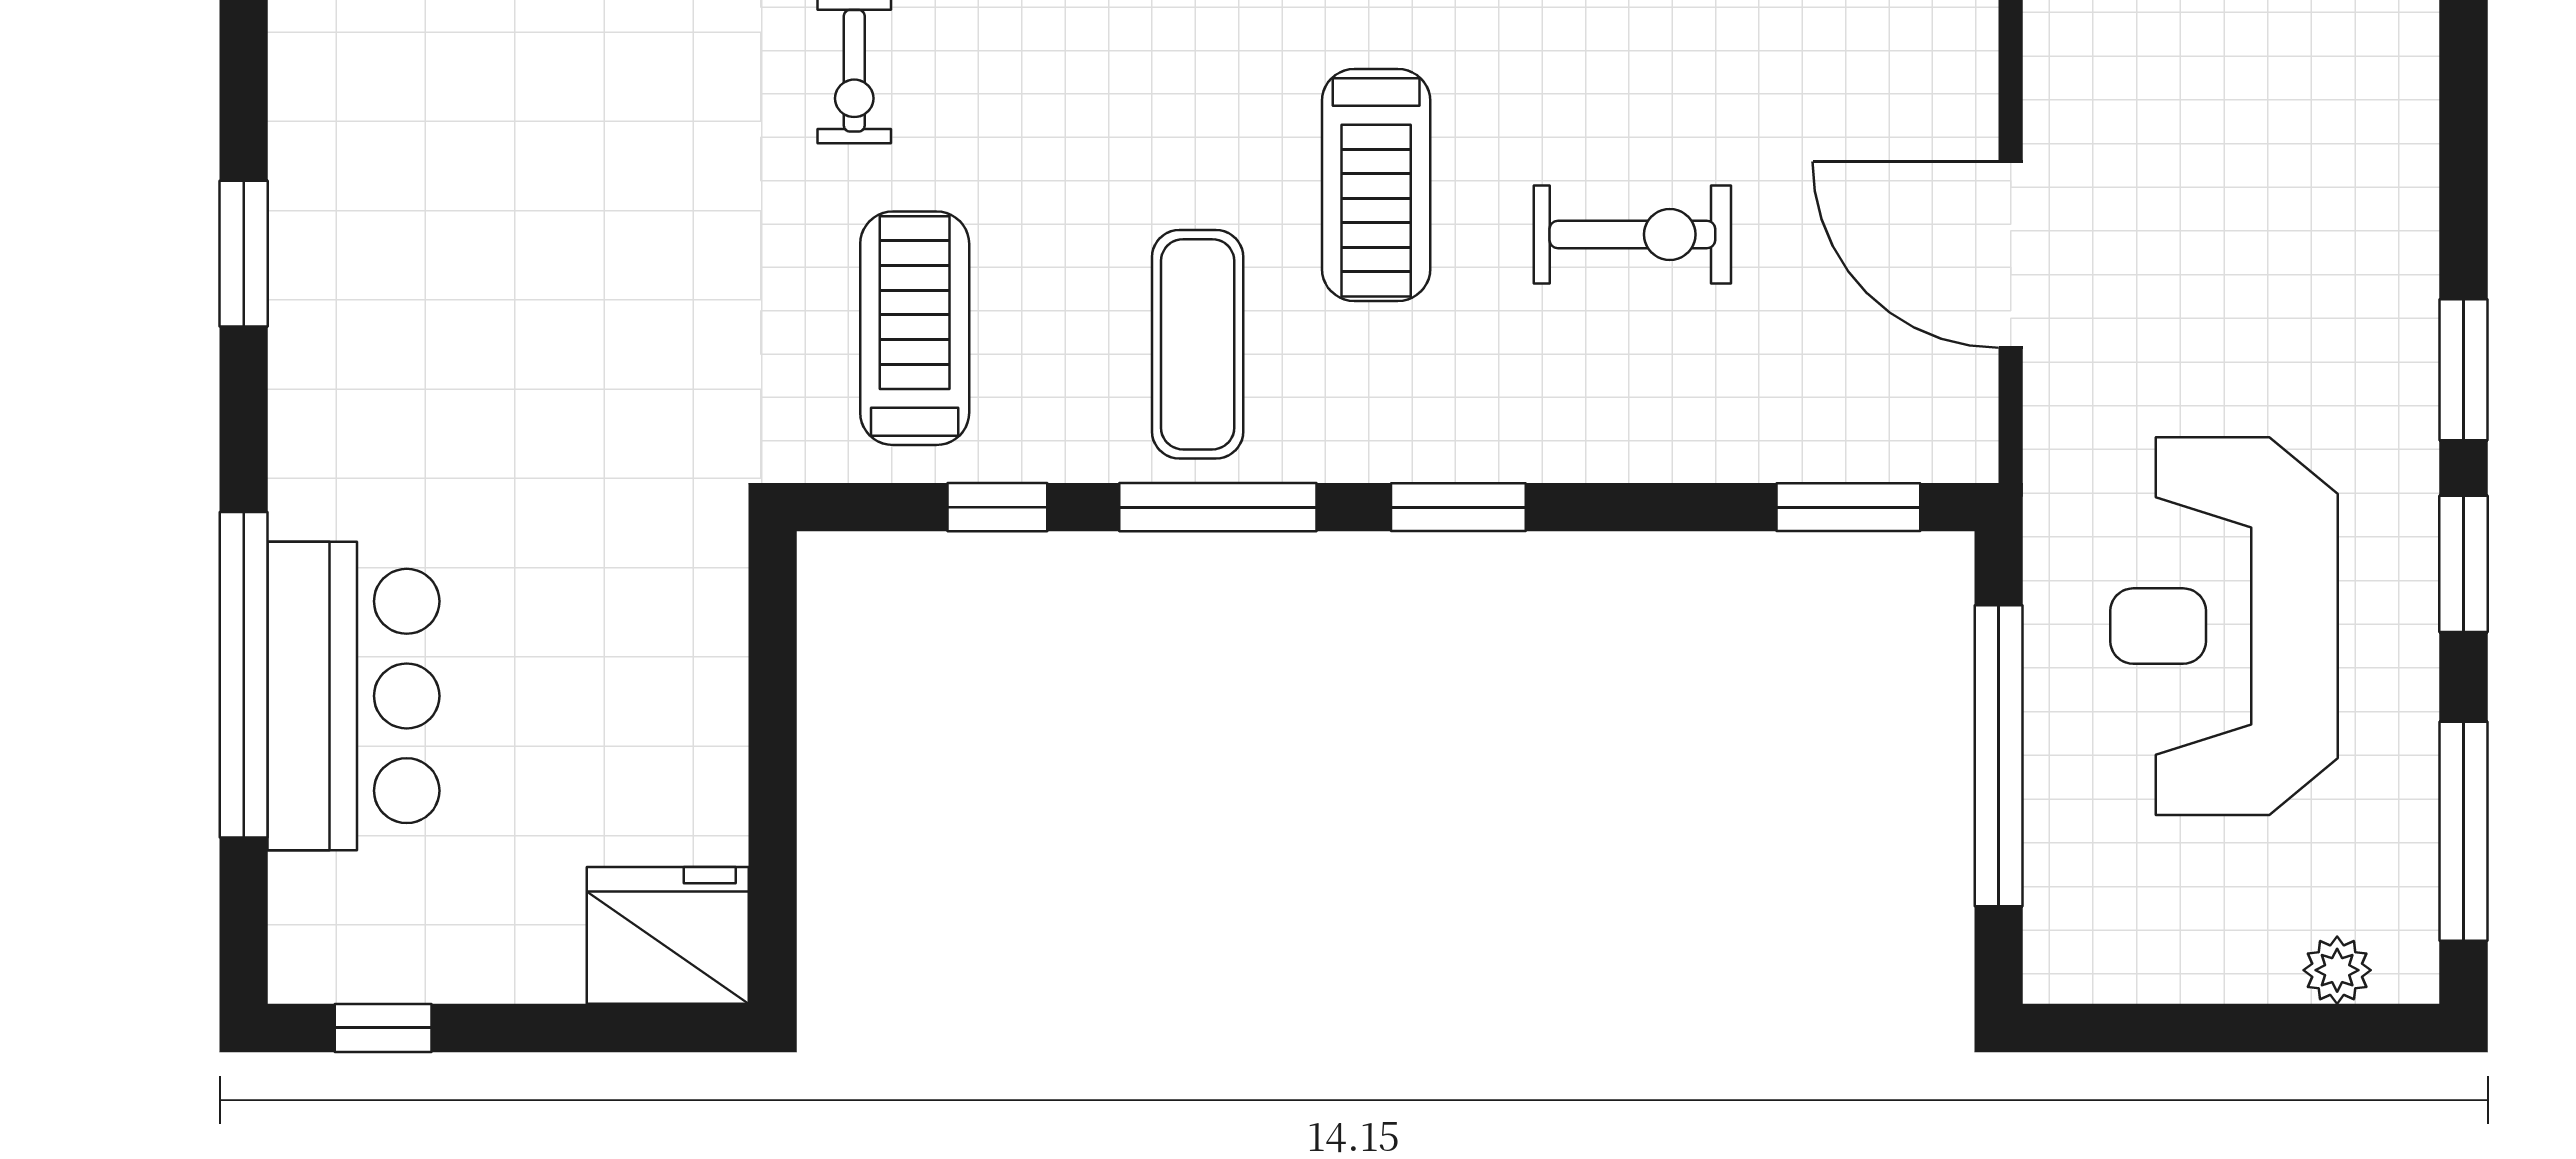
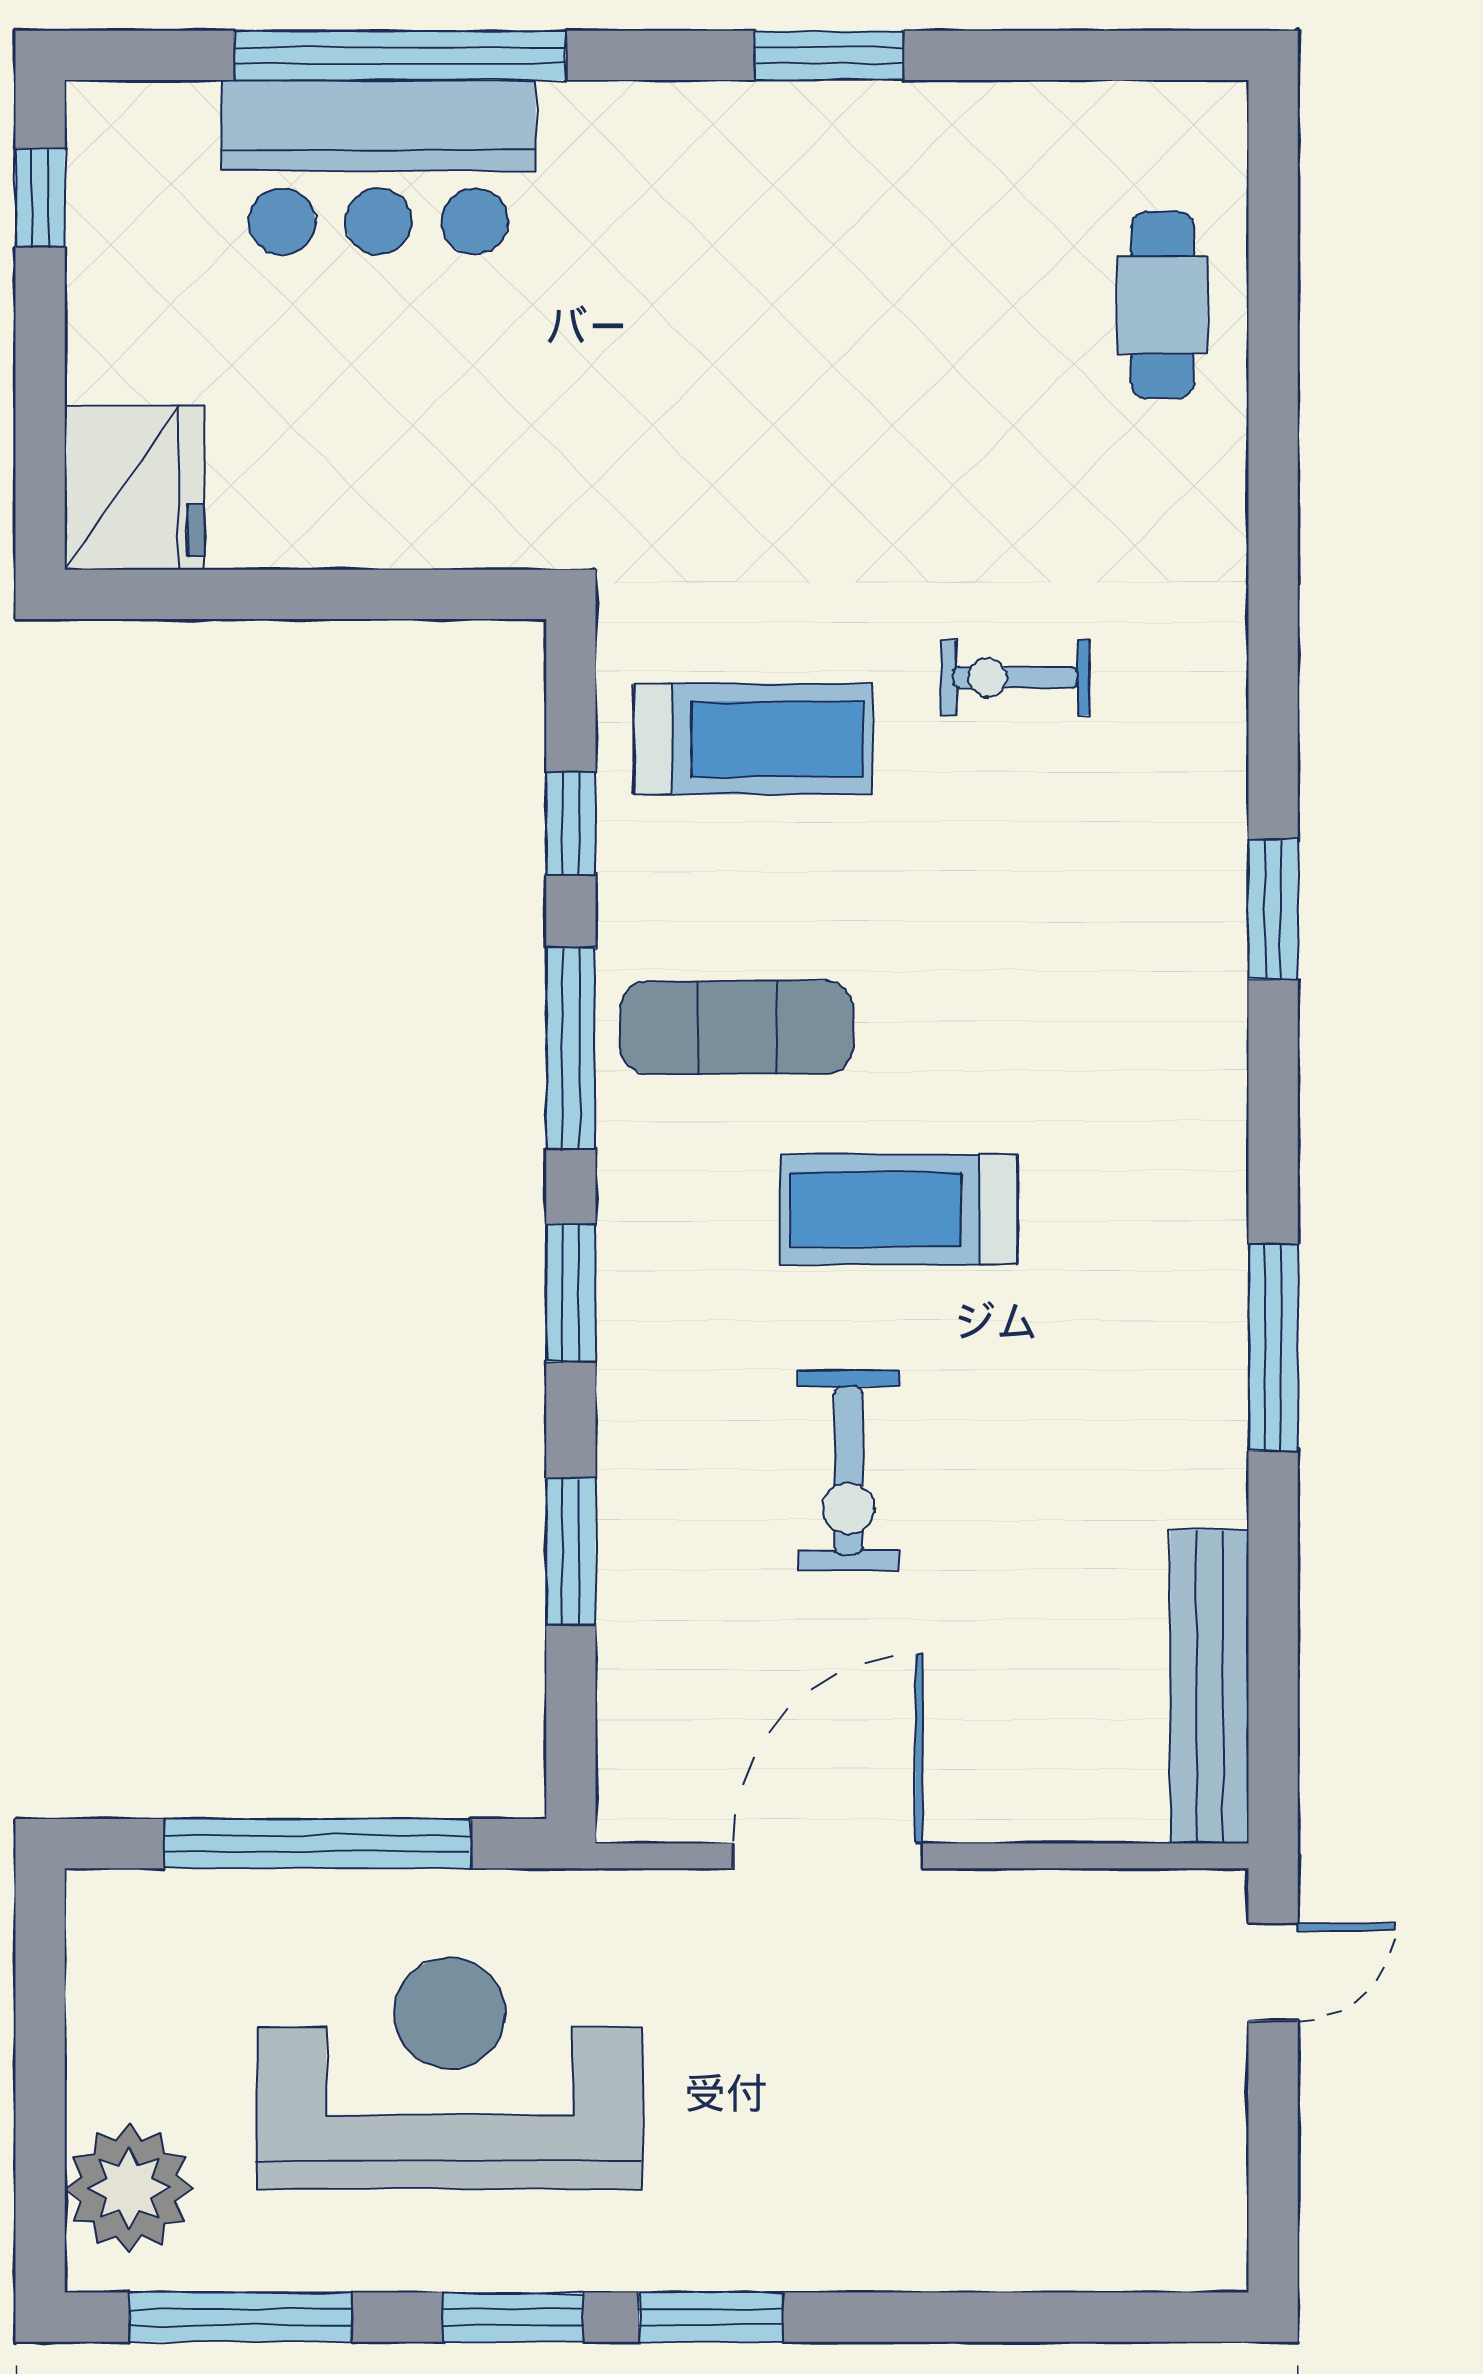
window: (1848, 507) -> (571, 1551), moved
plant: (2337, 970) -> (129, 2188), width x1.88, depth x1.88

